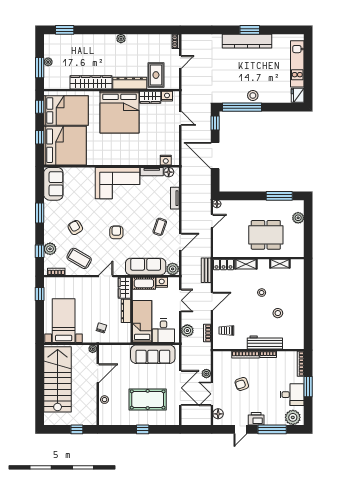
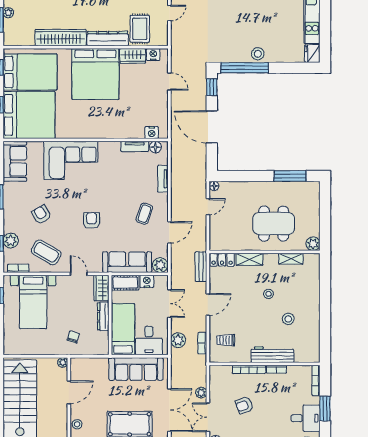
corner sofa: (118, 183) -> (71, 160), moved
plant: (298, 218) -> (313, 244), moved
door: (106, 276) -> (79, 274), hinge flipped
bed with nightstands: (64, 321) -> (33, 302), moved, turned 180

